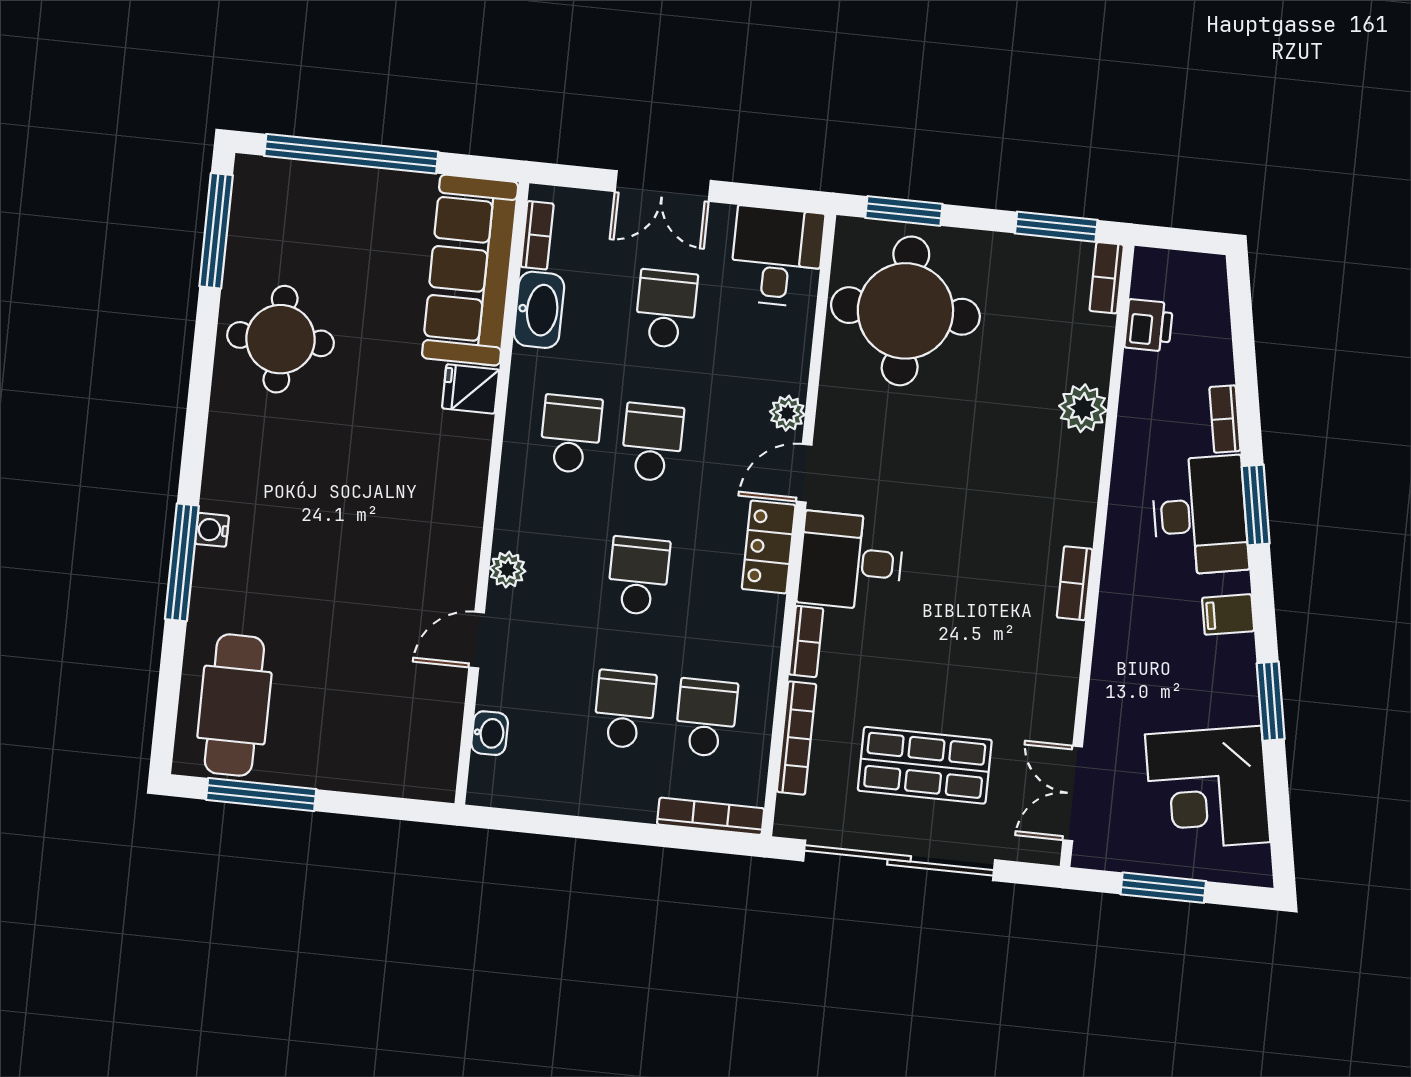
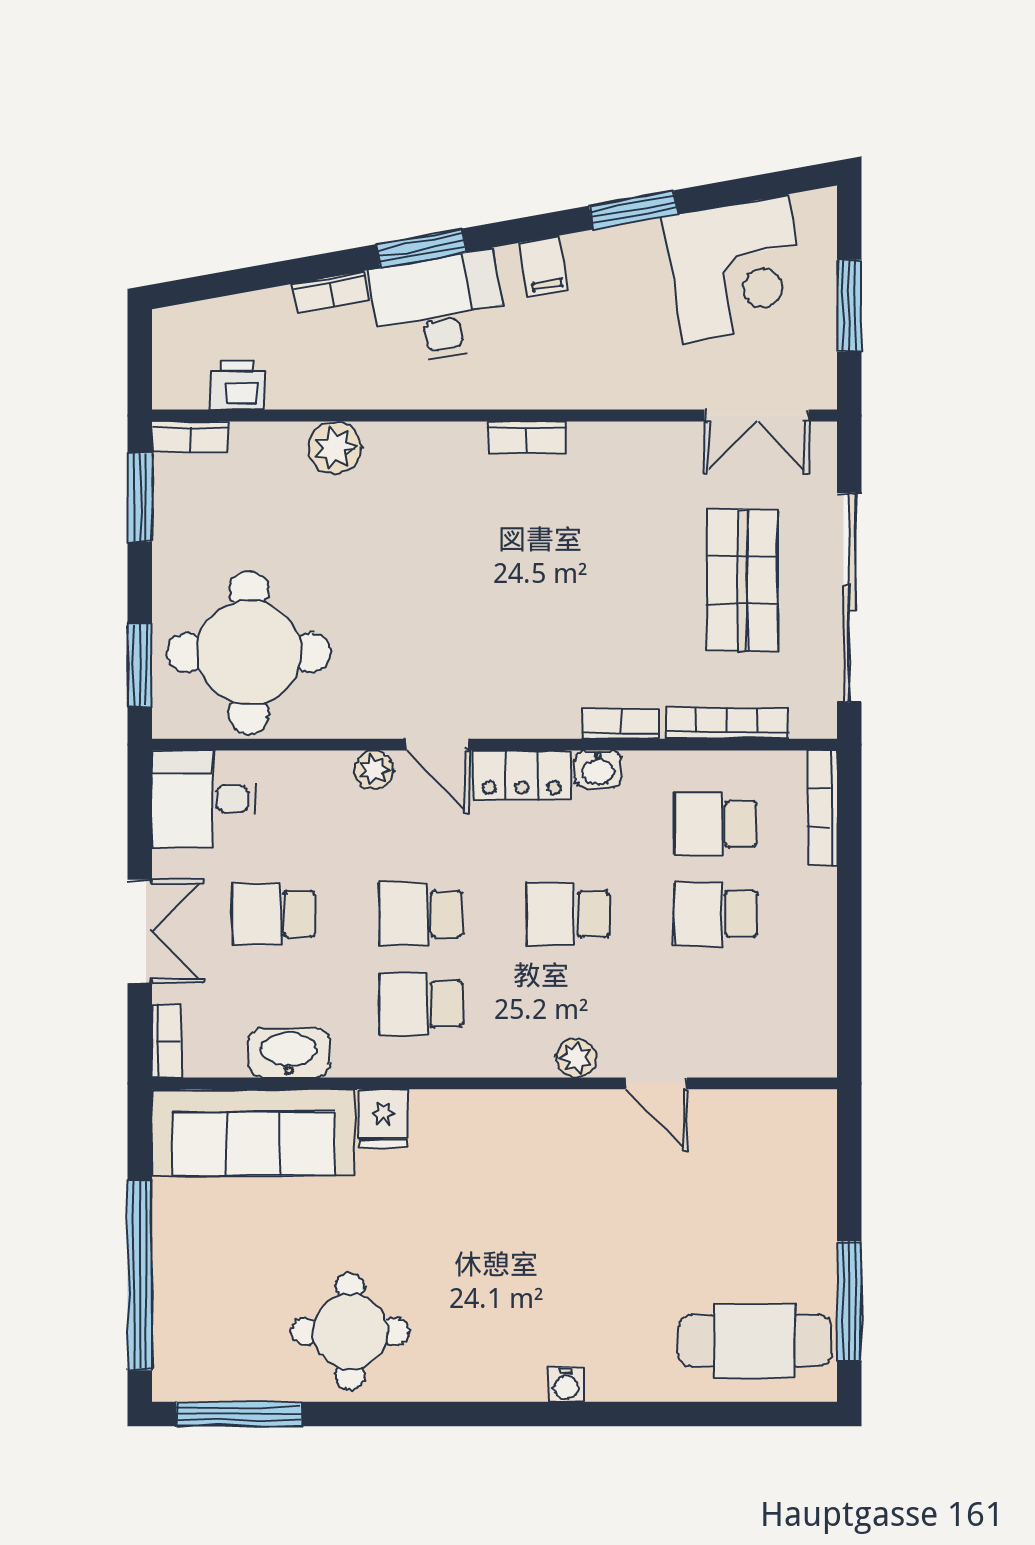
bookcase: (537, 235) -> (166, 1041), moved, turned 90
desk: (851, 561) -> (528, 684), removed
window: (182, 562) -> (605, 1414), removed
washbasin: (490, 733) -> (598, 769), moved, turned 180

